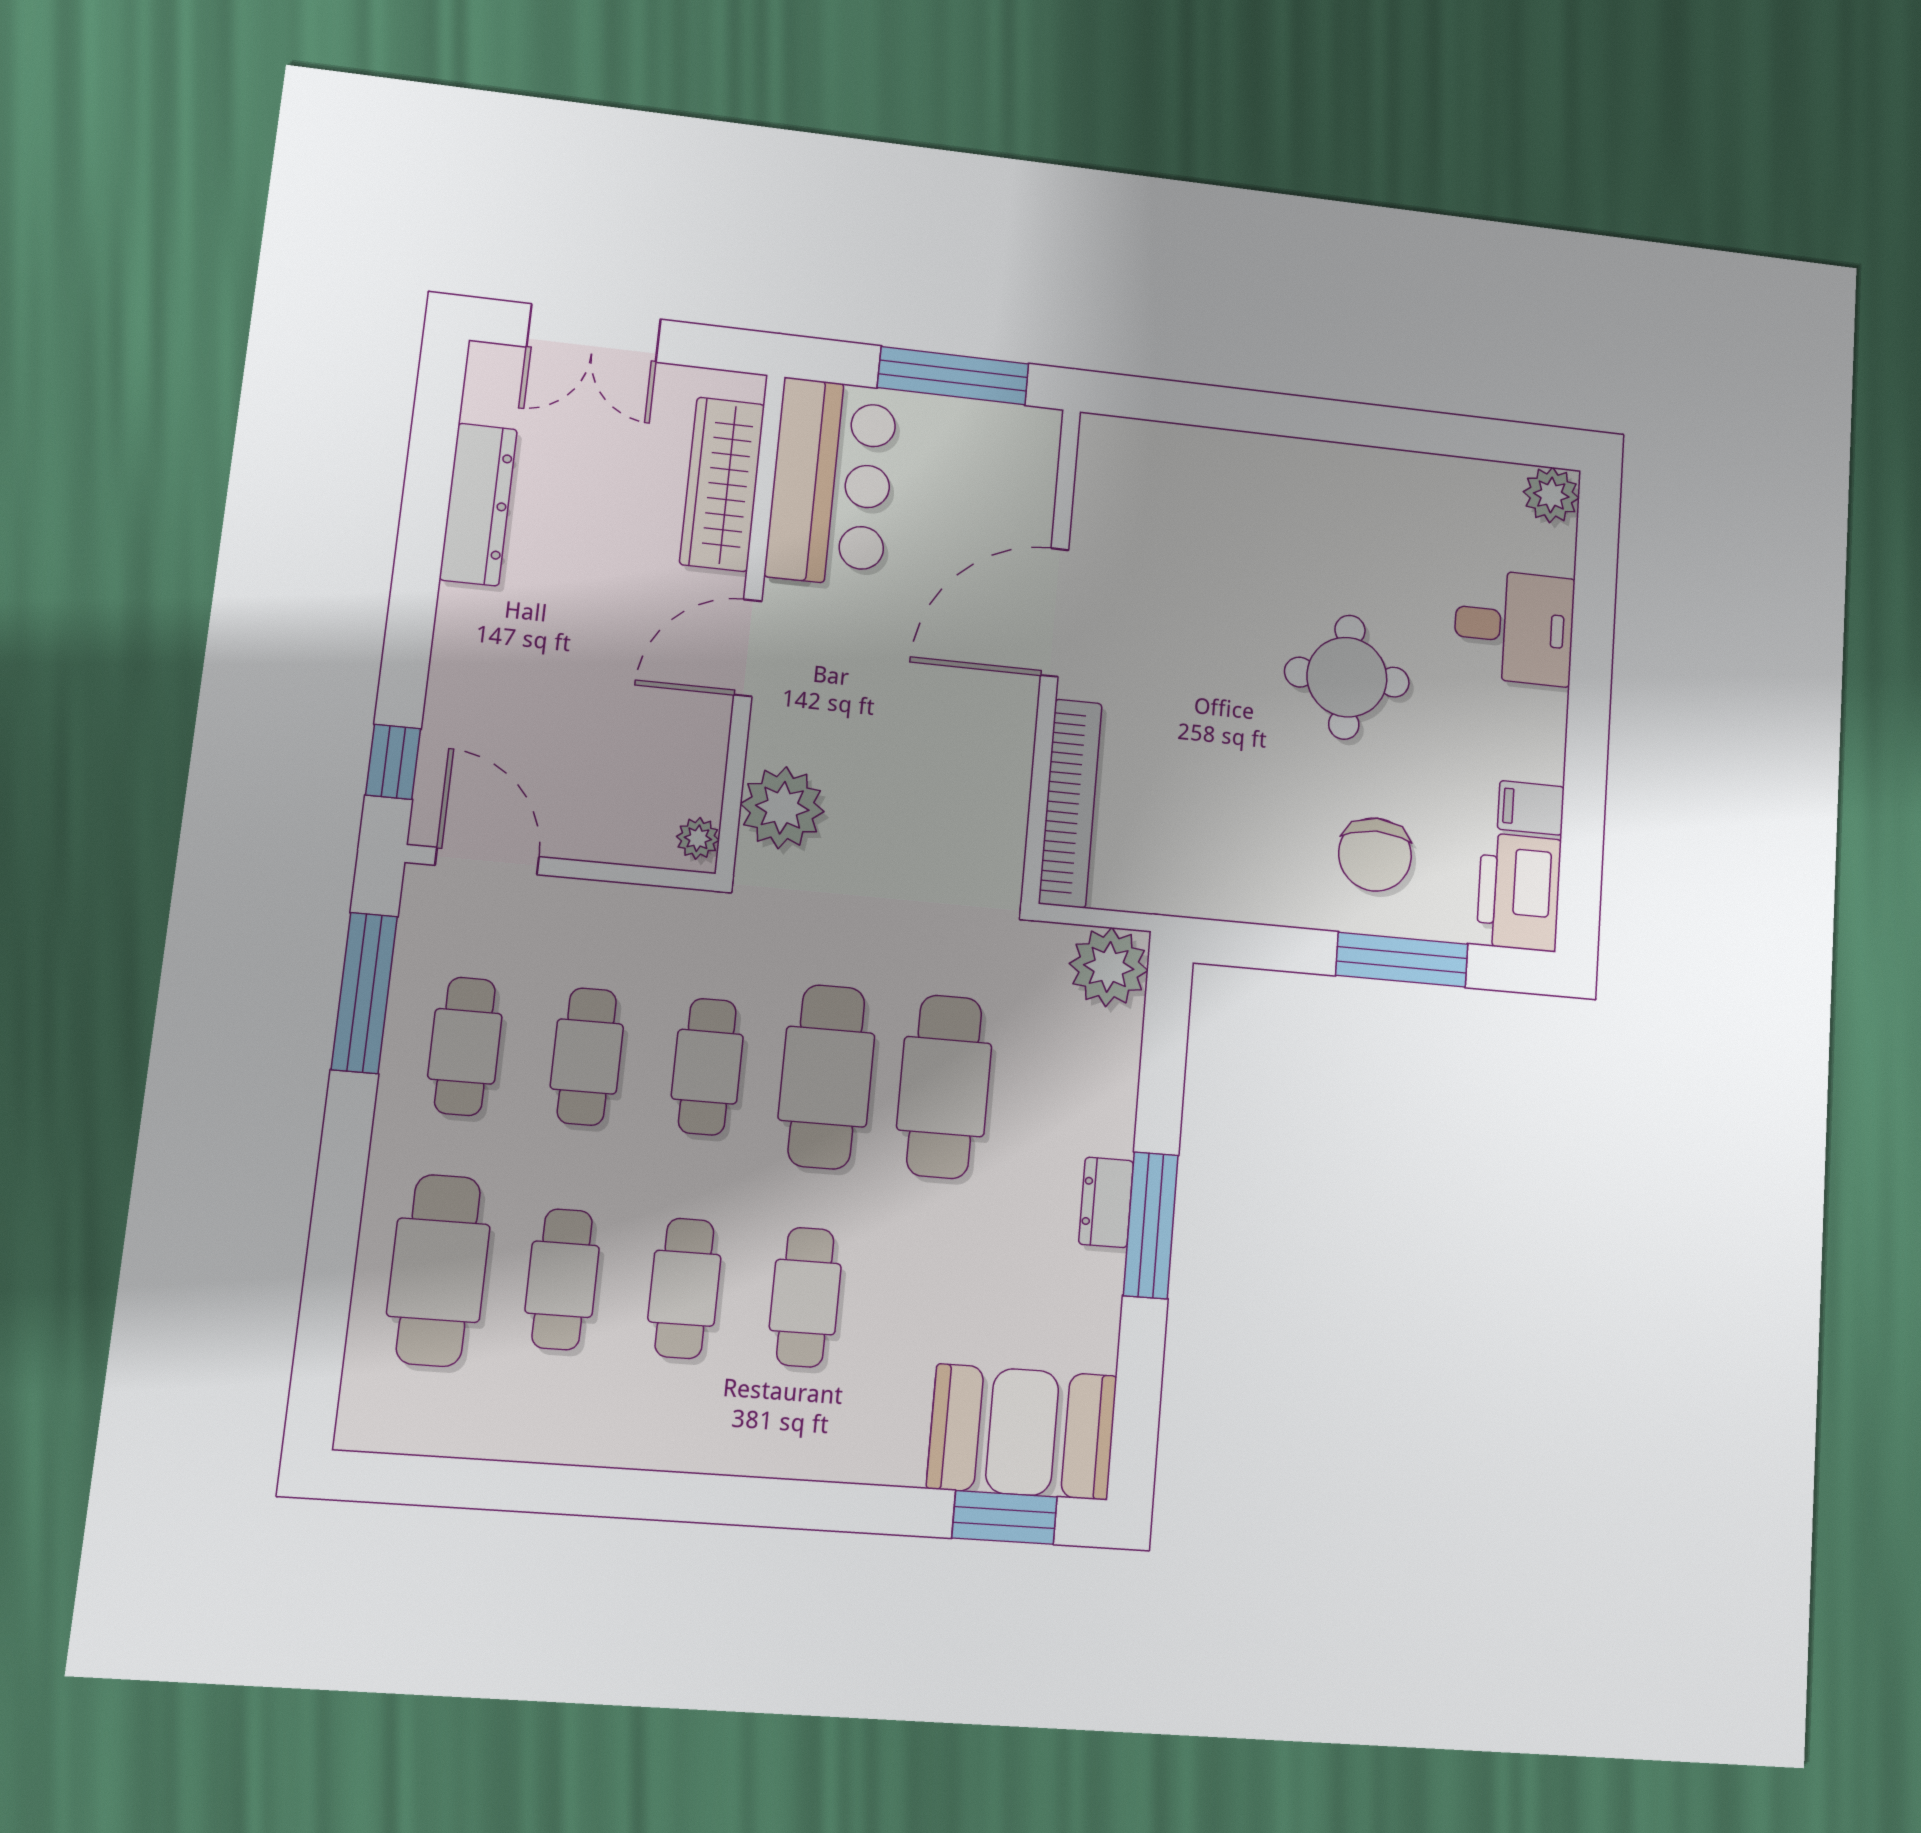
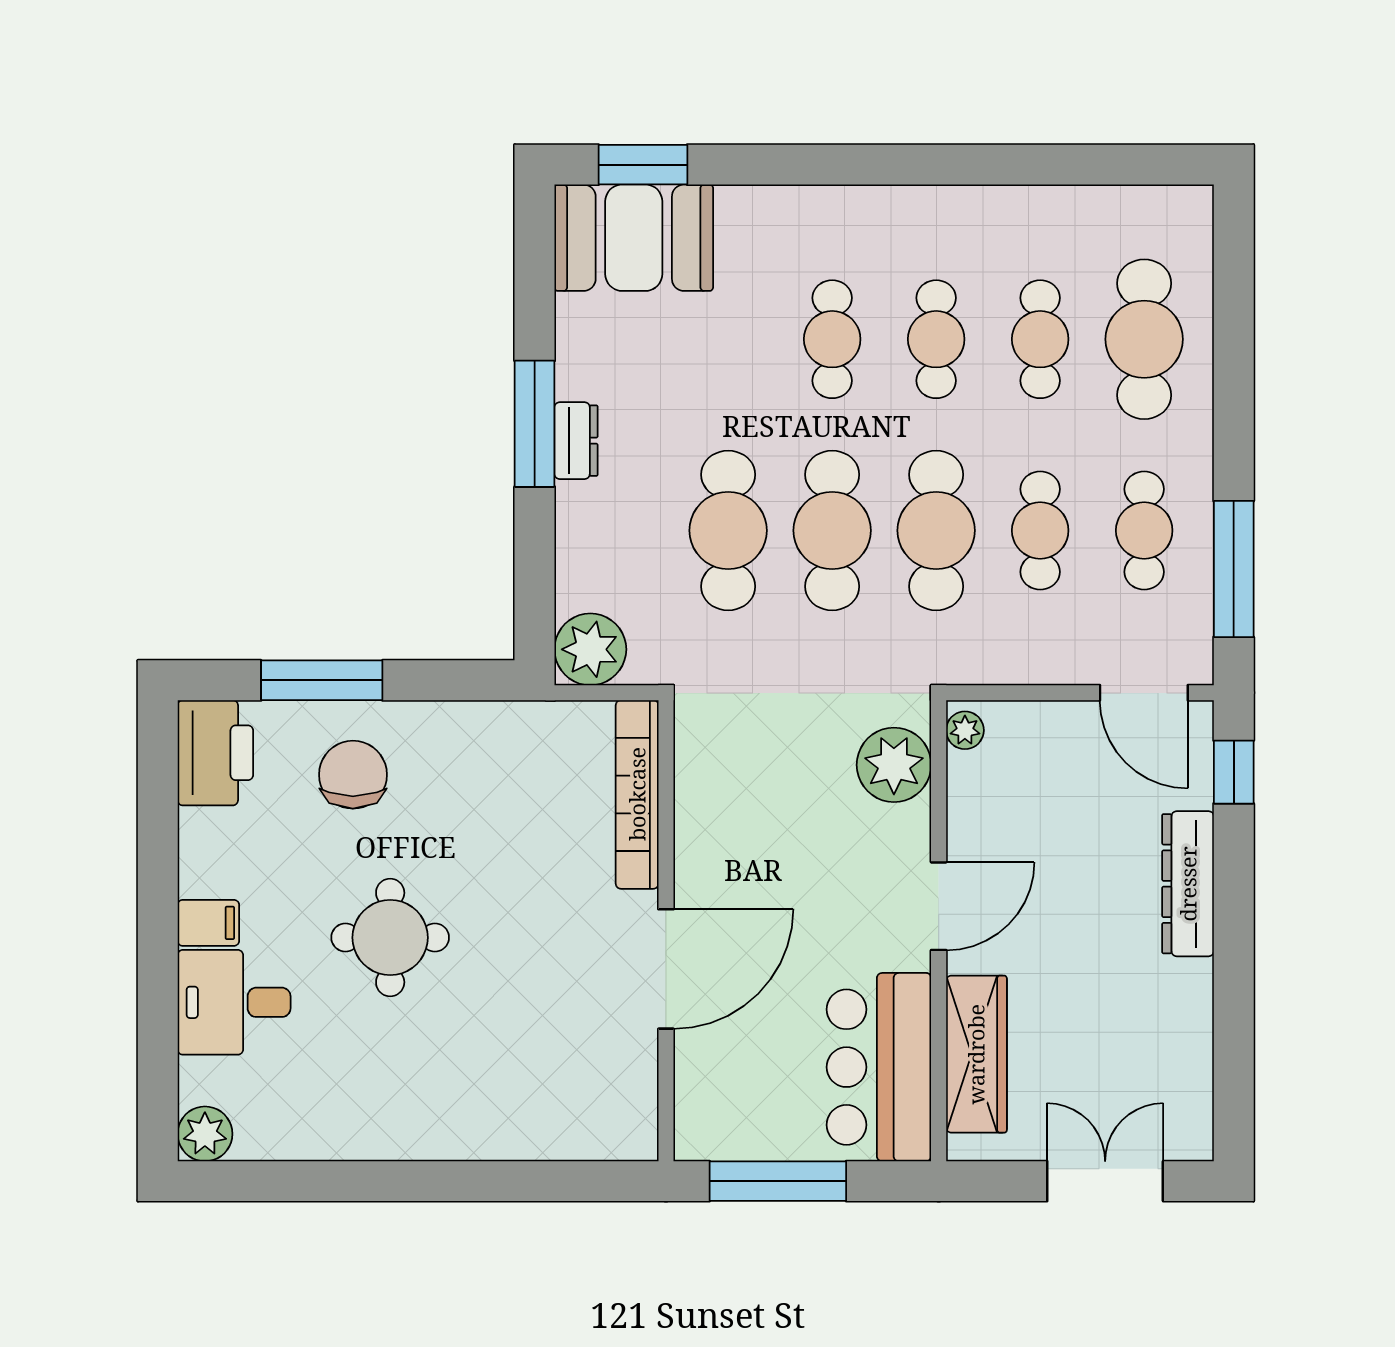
dresser: (478, 504) -> (1188, 884), moved
filing cabinet: (1531, 808) -> (208, 923), moved
cafe table: (707, 1067) -> (936, 530), width x1.37, depth x1.35

